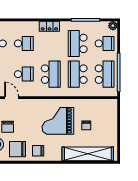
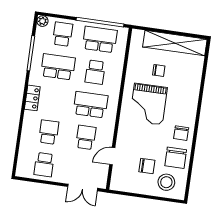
school desk: (78, 43) -> (58, 67), turned 180
school desk: (78, 74) -> (95, 72), width x0.54
shelving: (88, 154) -> (175, 43), moved, turned 90

